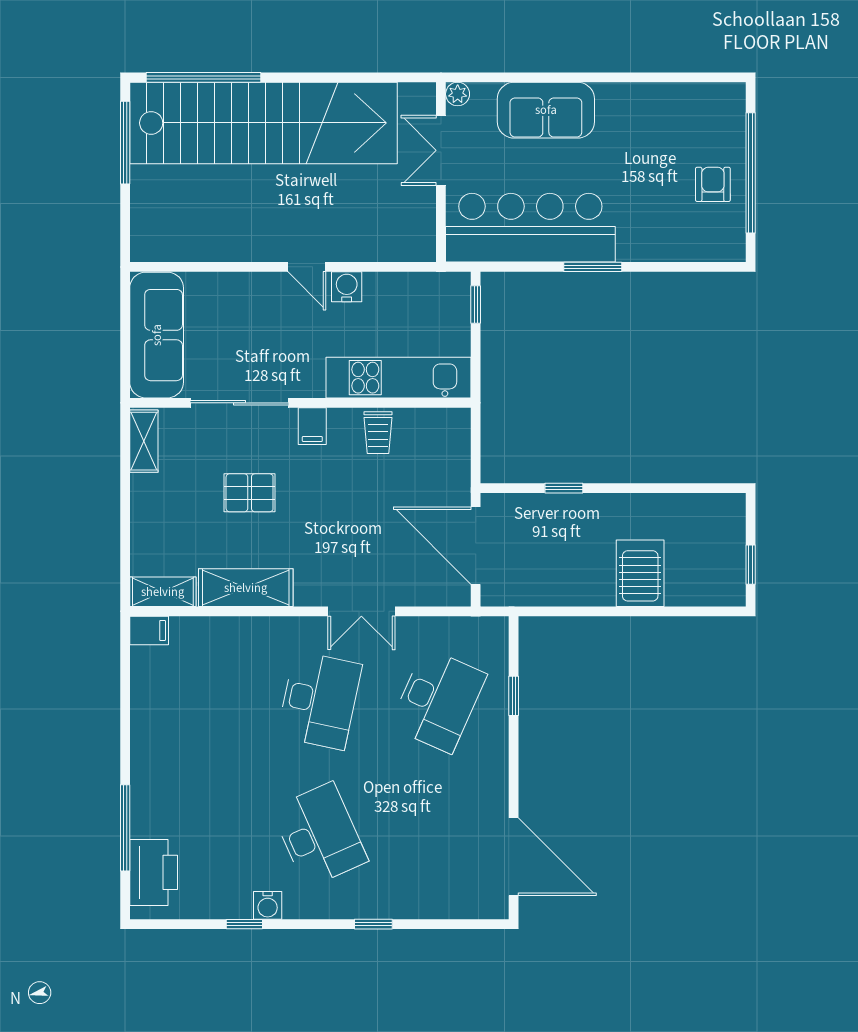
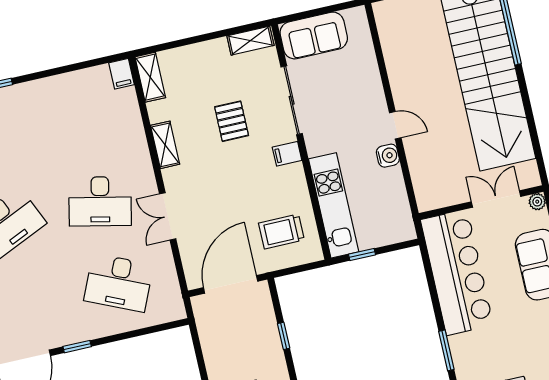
door: (307, 267) -> (395, 125), swing flipped
window: (593, 267) -> (446, 350), moved
window: (476, 305) -> (362, 255), moved
sofa: (157, 335) -> (314, 35), width x0.73
trolley: (378, 433) -> (281, 231), moved, width x1.36, depth x1.39
shelving: (246, 588) -> (165, 145), width x0.67, depth x0.75
window: (514, 696) -> (77, 347), moved

